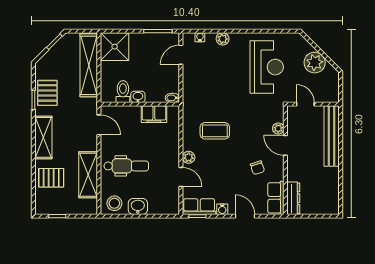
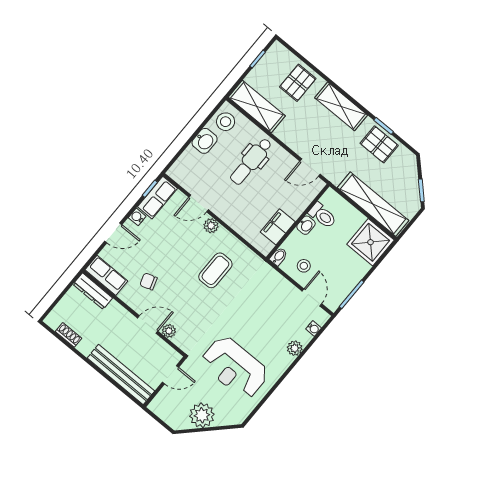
stool: (165, 77) -> (304, 266), added
shelving: (88, 175) -> (257, 107), moved
shoe rack: (334, 190) -> (68, 335), added

